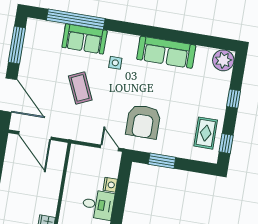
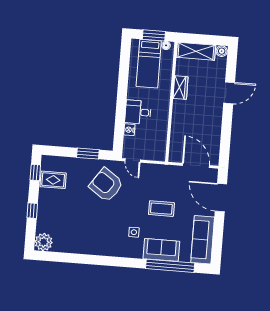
window: (17, 45) -> (218, 240), removed
sofa: (166, 52) -> (203, 240), moved, turned -90
coffee table: (80, 88) -> (161, 209), turned -66
armchair: (143, 122) -> (106, 185), turned -55
rug: (206, 133) -> (53, 180), turned 90

